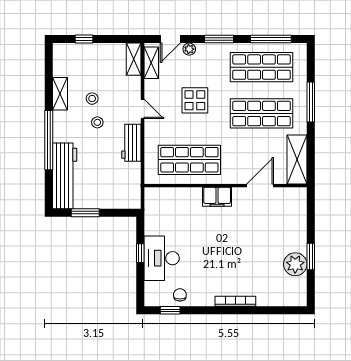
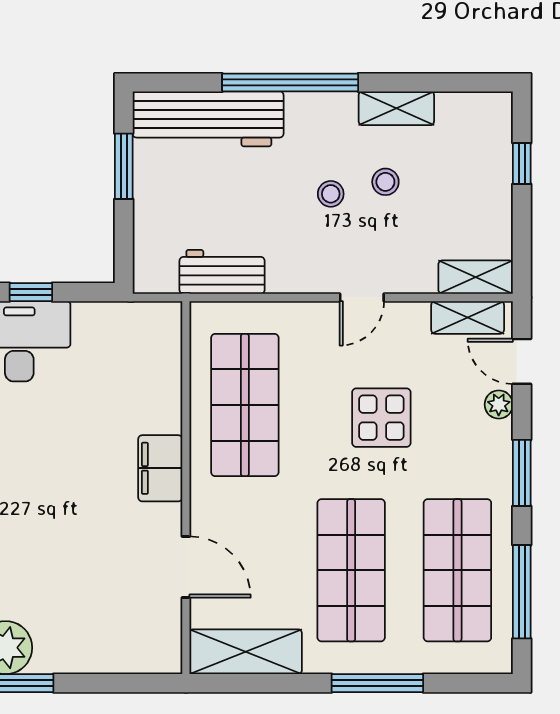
workbench: (131, 143) -> (222, 272), moved

